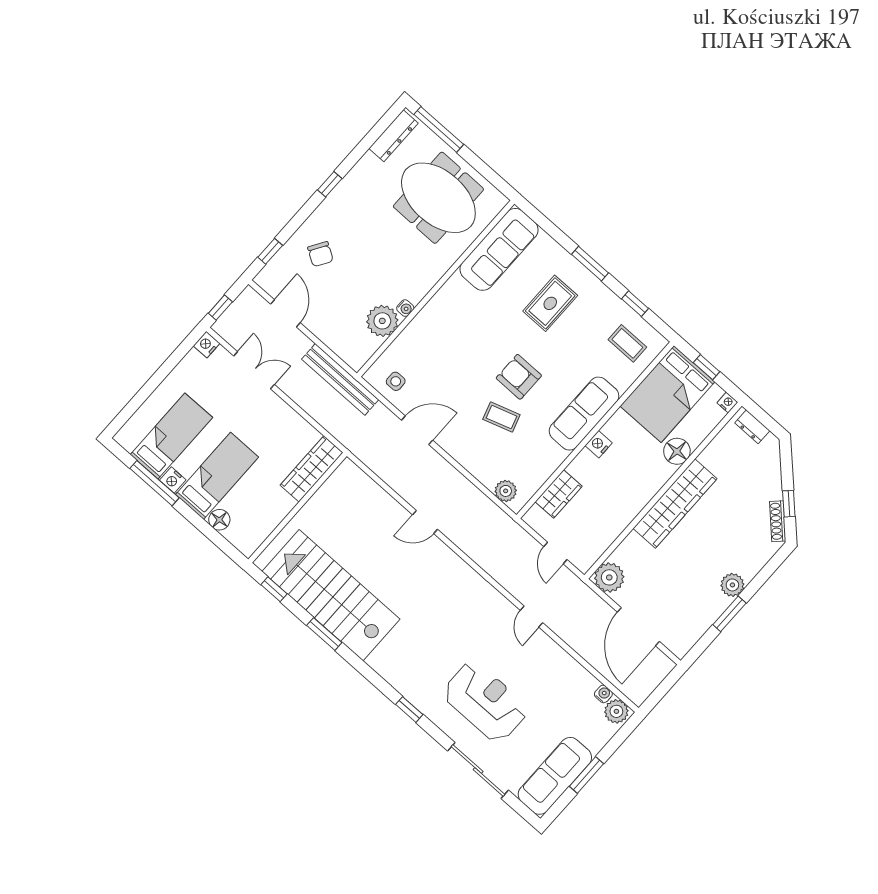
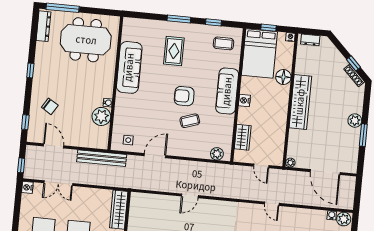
sofa: (499, 249) -> (129, 67), moved
double door: (254, 370) -> (58, 183), swing flipped
plant: (609, 577) -> (290, 163), width x0.53, depth x0.53

